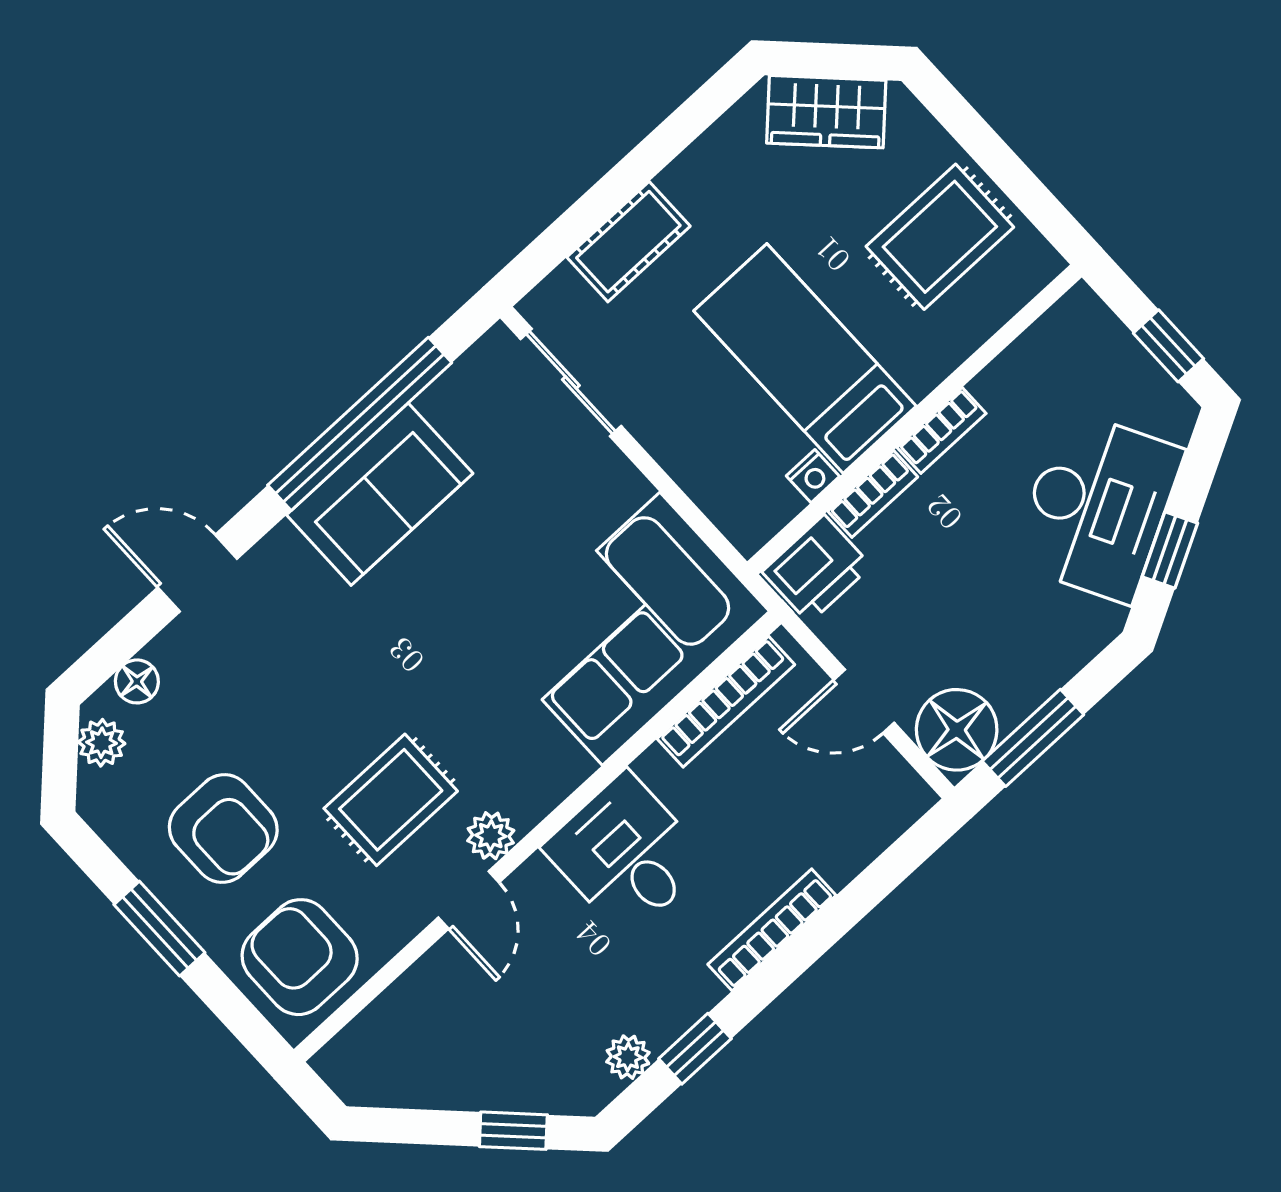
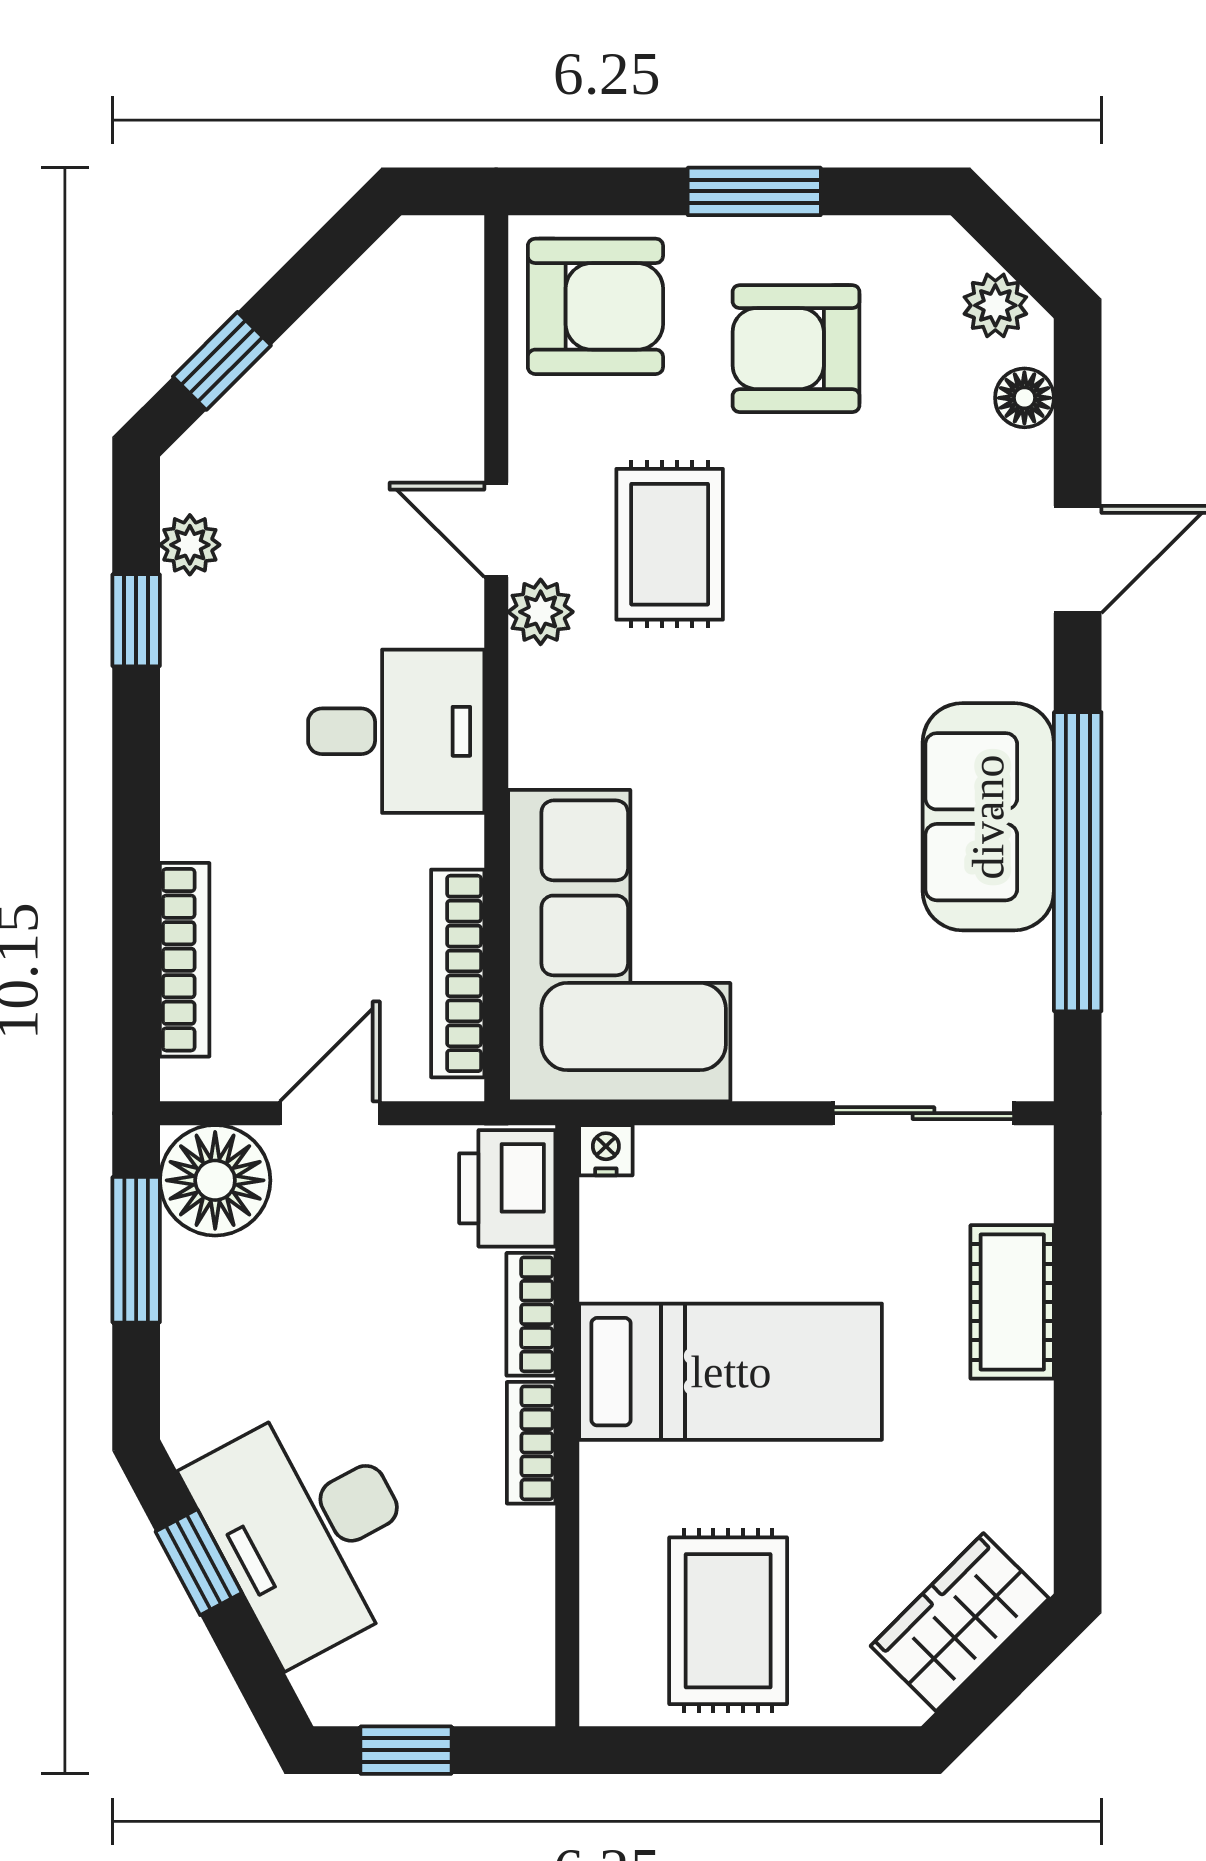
nightstand: (813, 476) -> (606, 1150), moved, turned 90
bookcase: (772, 930) -> (185, 960), moved

